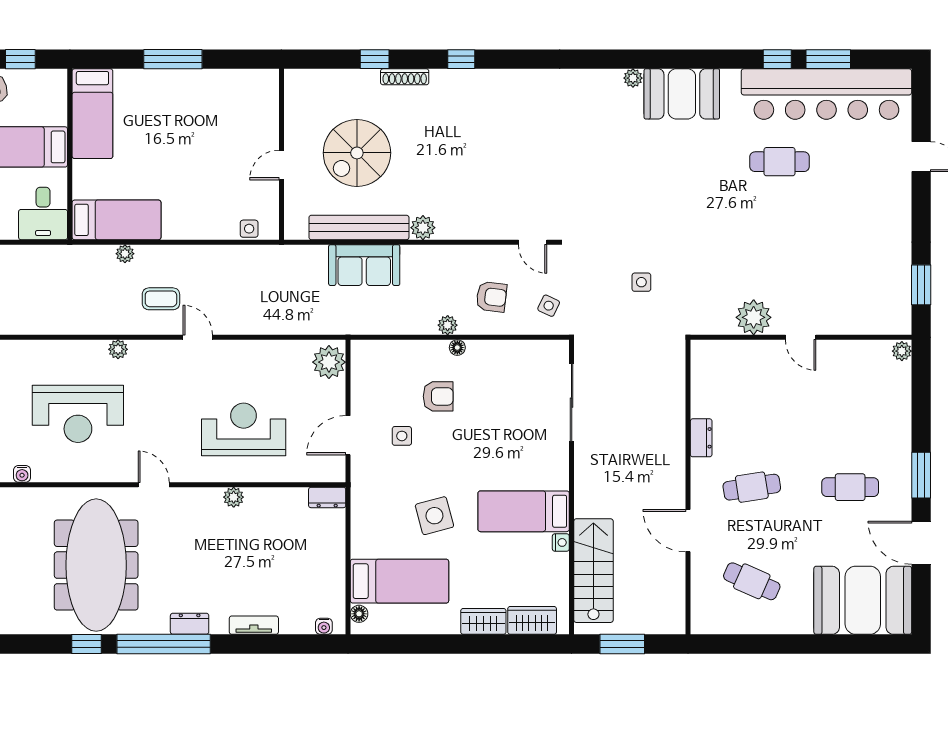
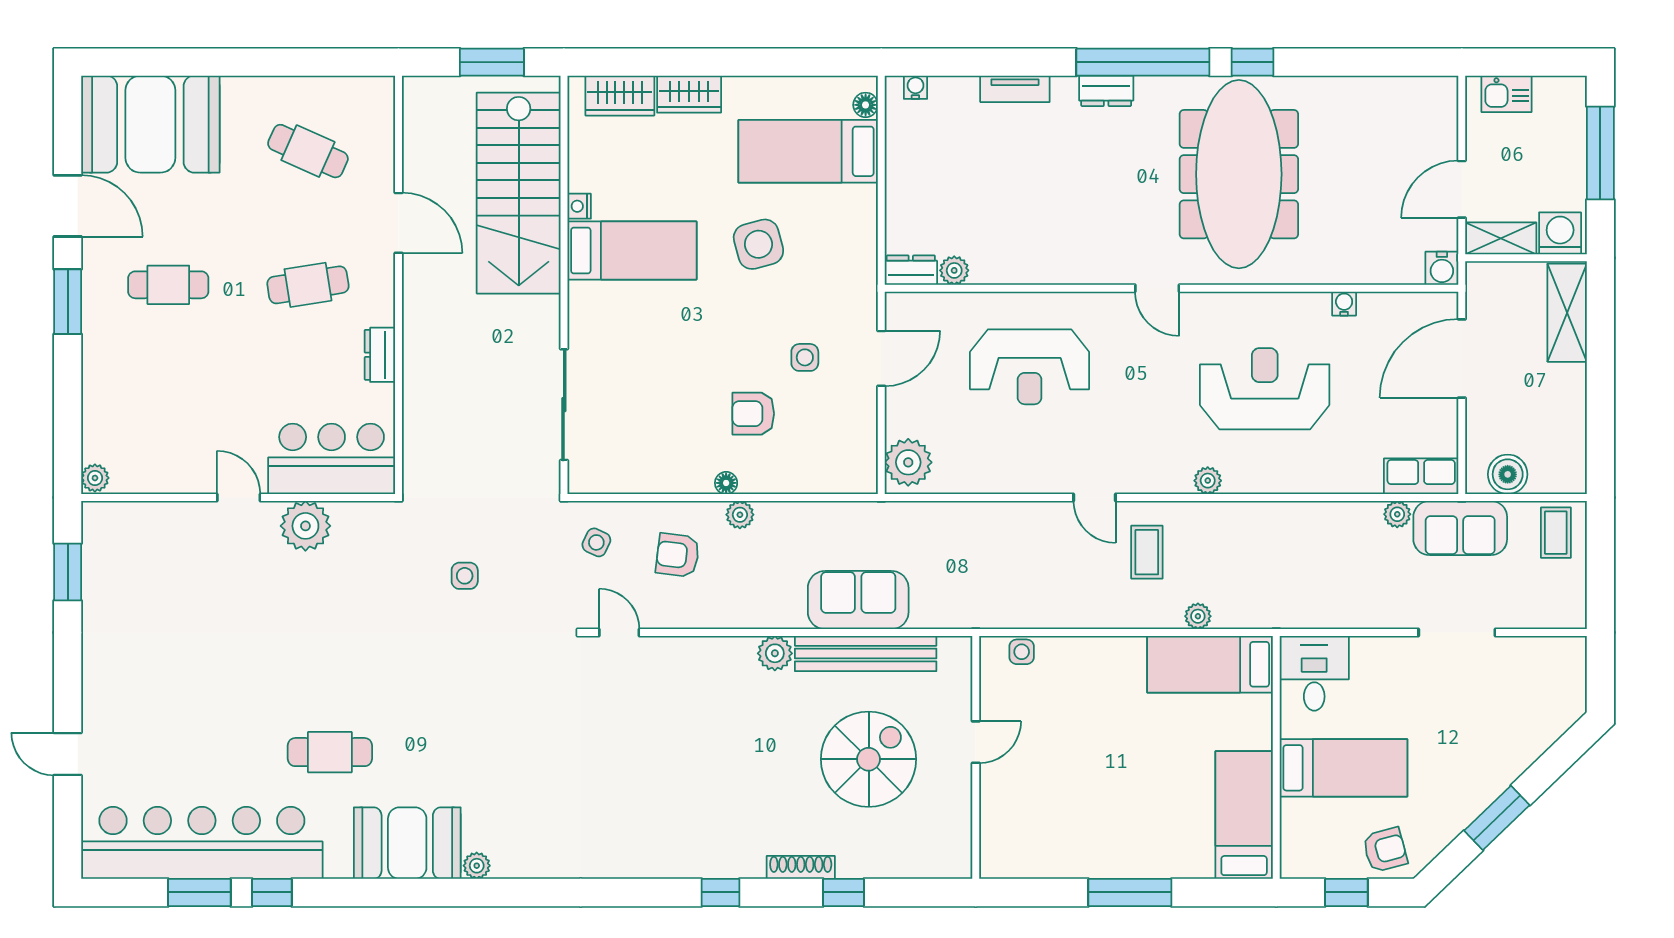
cafe table: (780, 162) -> (330, 752), moved
coffee table: (161, 299) -> (1147, 552), turned 90
bar counter: (735, 365) -> (332, 459), added
plant: (234, 497) -> (954, 270), moved
stairs: (593, 571) -> (519, 193), width x1.36, depth x1.51

